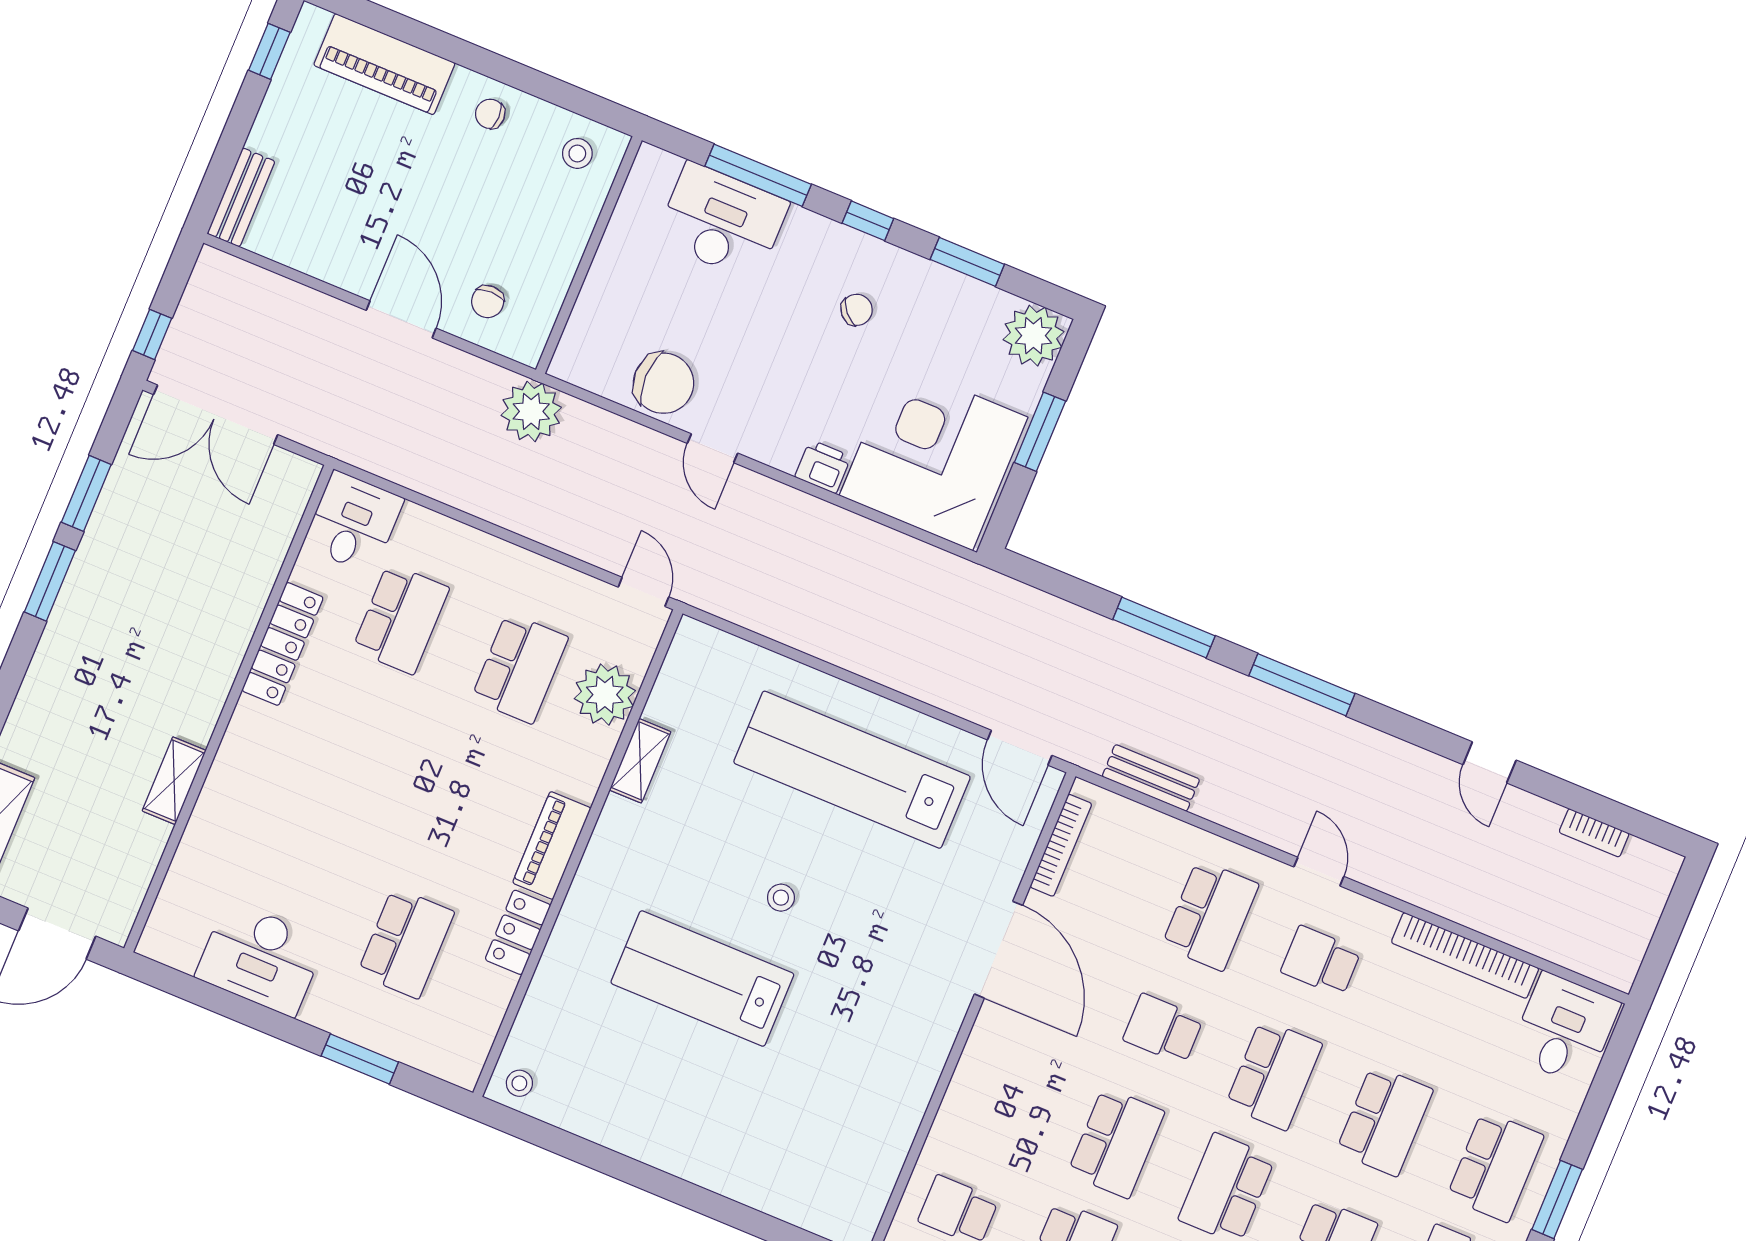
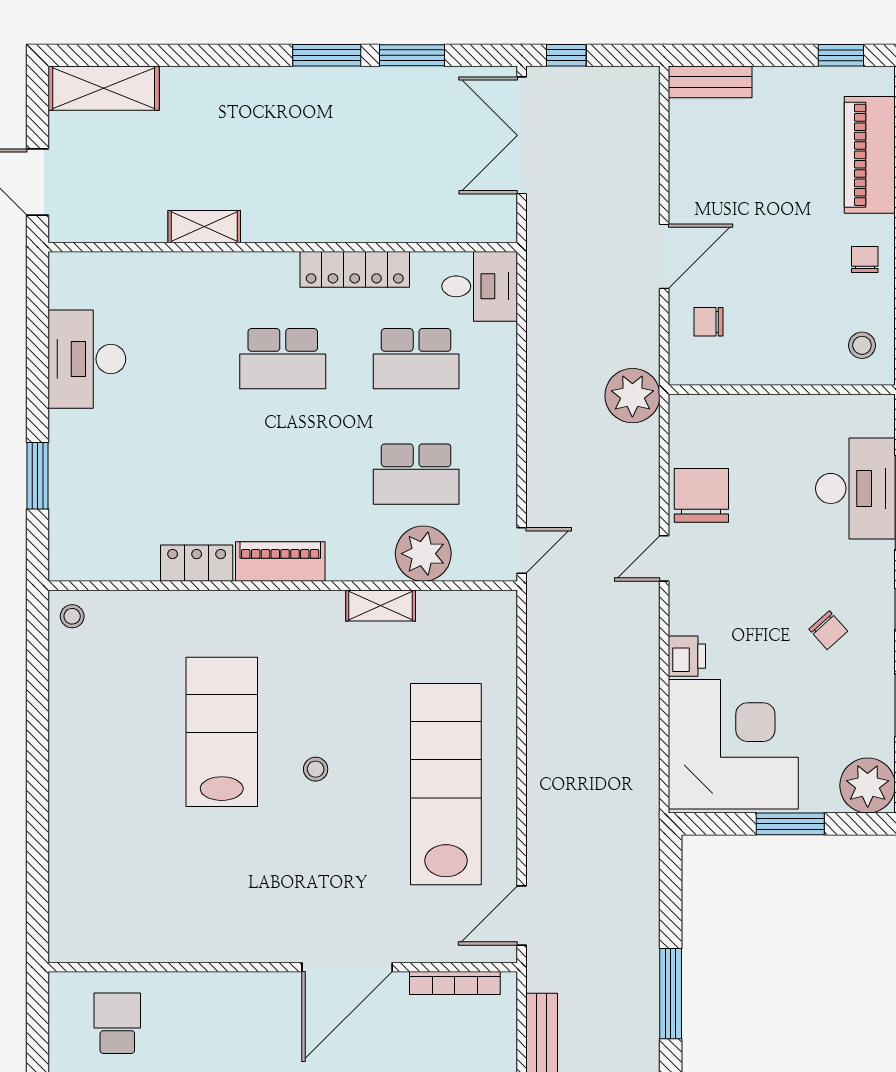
chair: (663, 383) -> (701, 495), turned 180
school desk: (406, 943) -> (283, 359), moved

